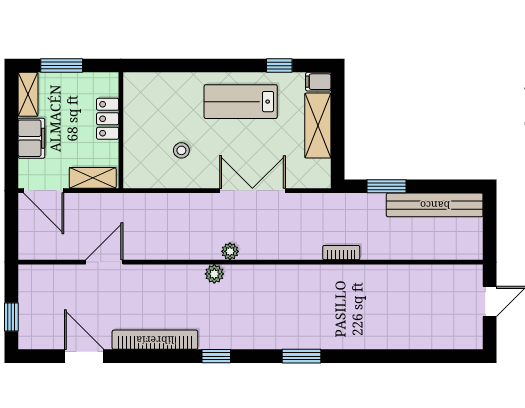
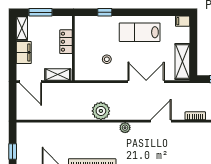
window: (279, 66) -> (105, 12), moved
shelving: (318, 126) -> (182, 62), moved
plant: (230, 251) -> (101, 111), moved, width x1.88, depth x1.88
door: (104, 262) -> (161, 121), moved

